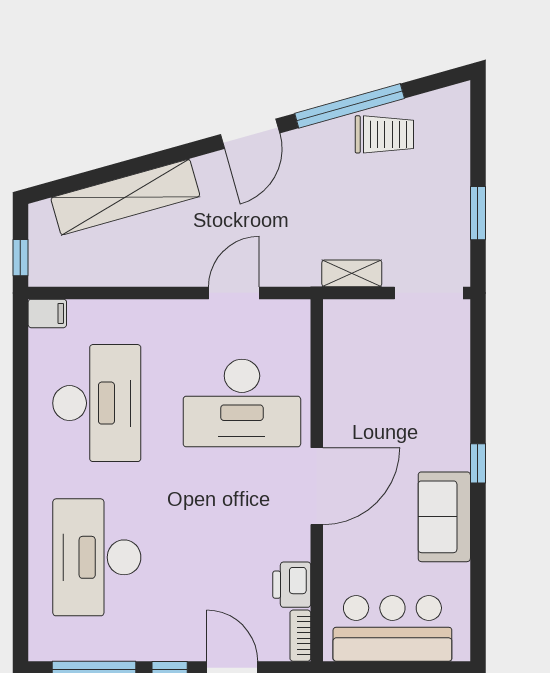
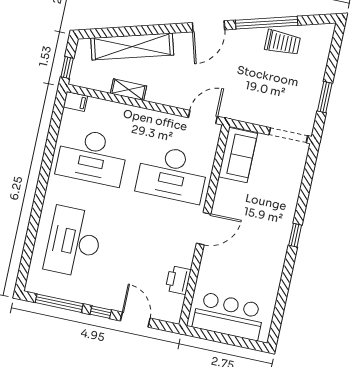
shelving: (352, 273) -> (128, 90), moved
door: (234, 293) -> (203, 117), moved
desk: (97, 403) -> (92, 157), turned 90
door: (317, 486) -> (204, 229), width x0.73
sofa: (444, 517) -> (238, 155), moved, turned 180
bookcase: (300, 636) -> (177, 309), removed

